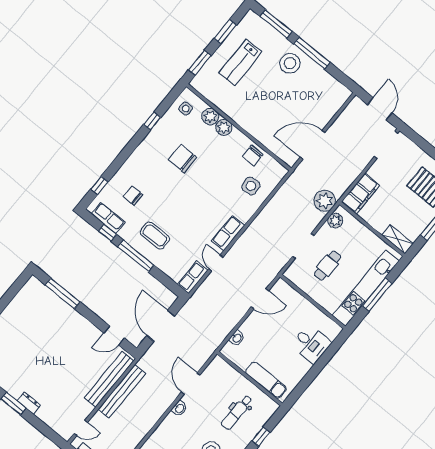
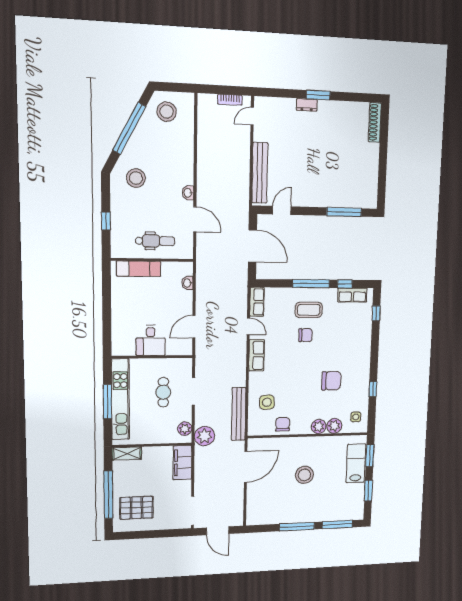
lab bench: (241, 62) -> (356, 463), moved
stool: (290, 63) -> (304, 475), moved
chair: (133, 196) -> (306, 335), moved
desk: (311, 344) -> (151, 340), moved, turned -90
bench: (122, 391) -> (239, 414), moved
dental chair: (237, 412) -> (155, 241), moved, turned 90

